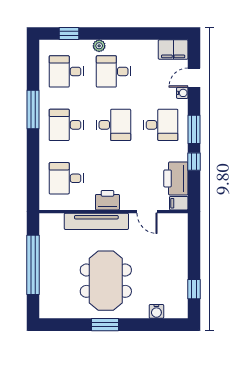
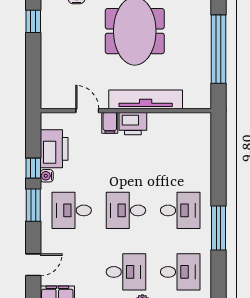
water cooler: (182, 93) -> (47, 176), moved
desk: (66, 178) -> (180, 149), removed
filing cabinet: (179, 203) -> (110, 123), moved, turned 90

